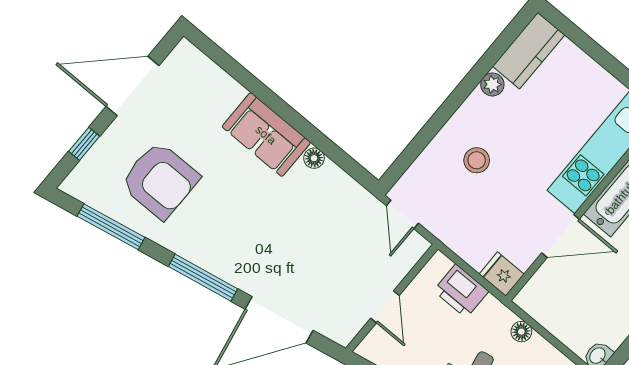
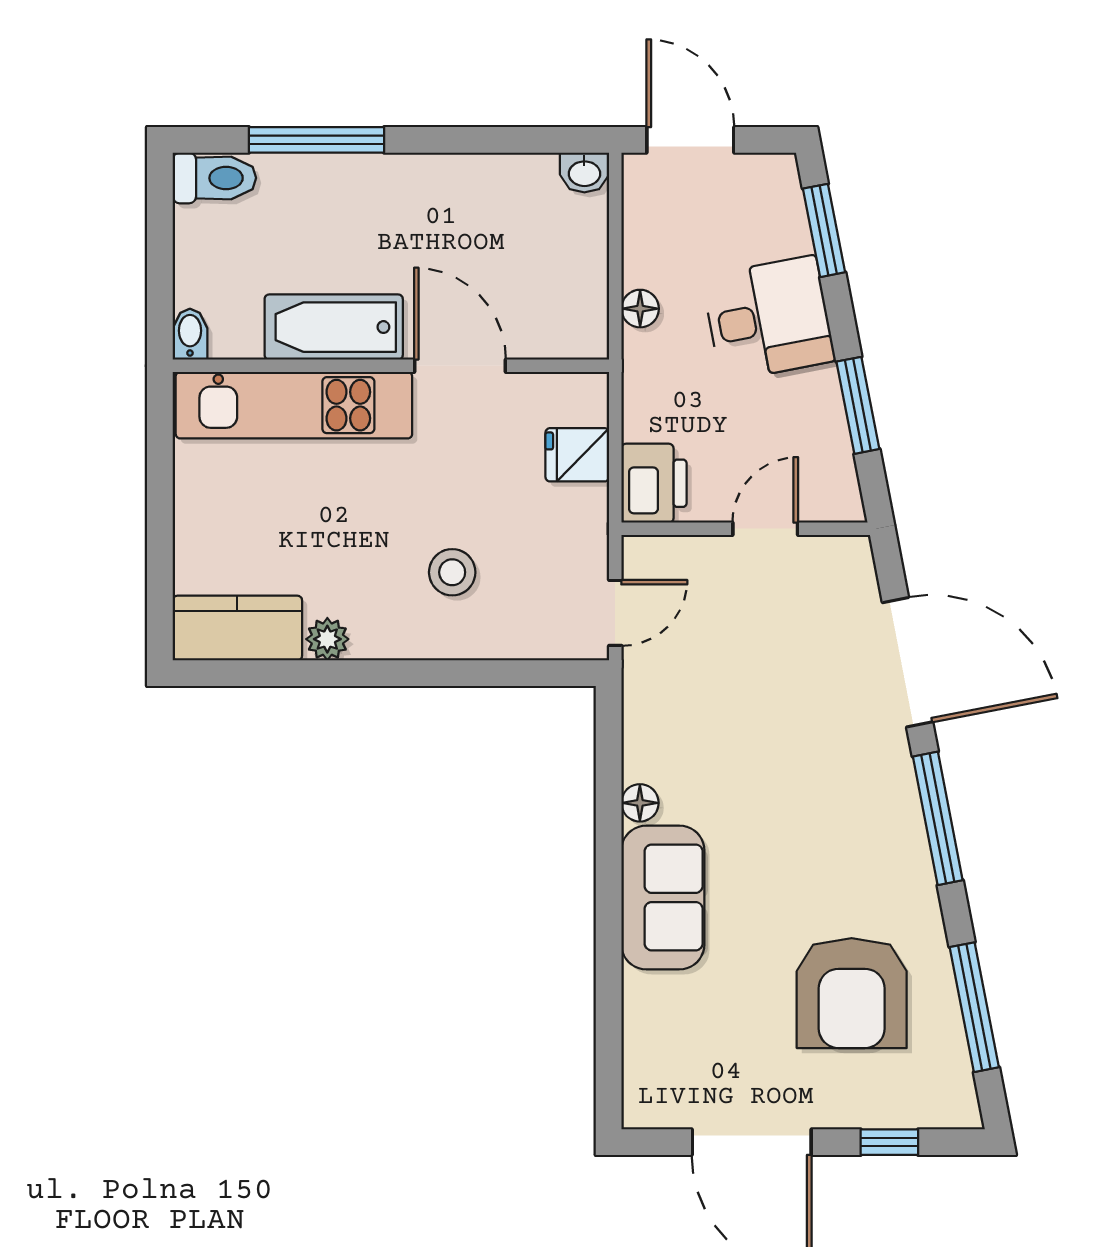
armchair: (160, 180) -> (852, 993), turned 180
fridge: (502, 274) -> (577, 455), moved, turned 90
printer: (461, 291) -> (654, 483), moved

